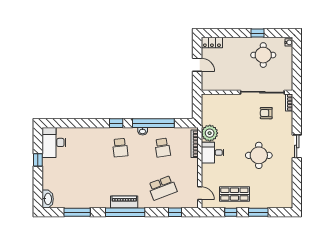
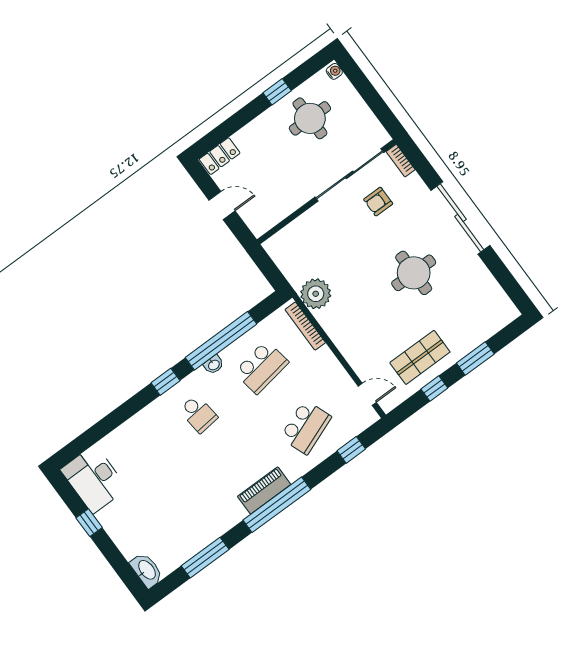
sliding door: (297, 146) -> (460, 218), width x1.86
school desk: (162, 148) -> (261, 367), width x1.85
desk: (213, 153) -> (342, 319), removed

